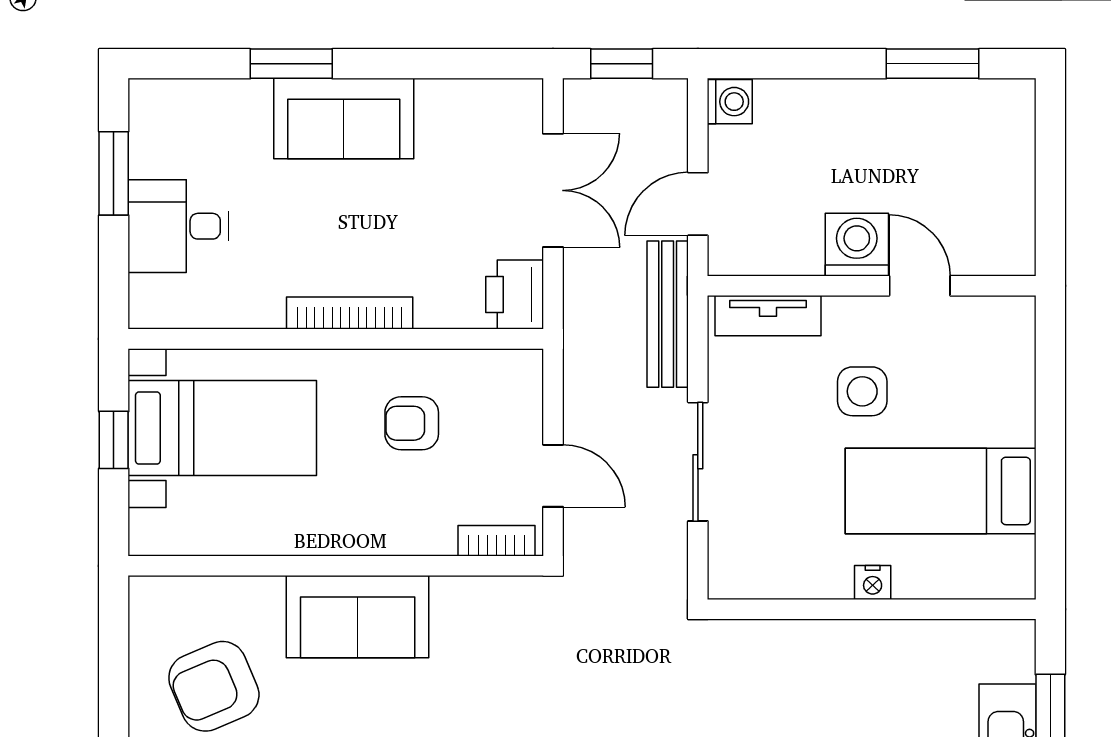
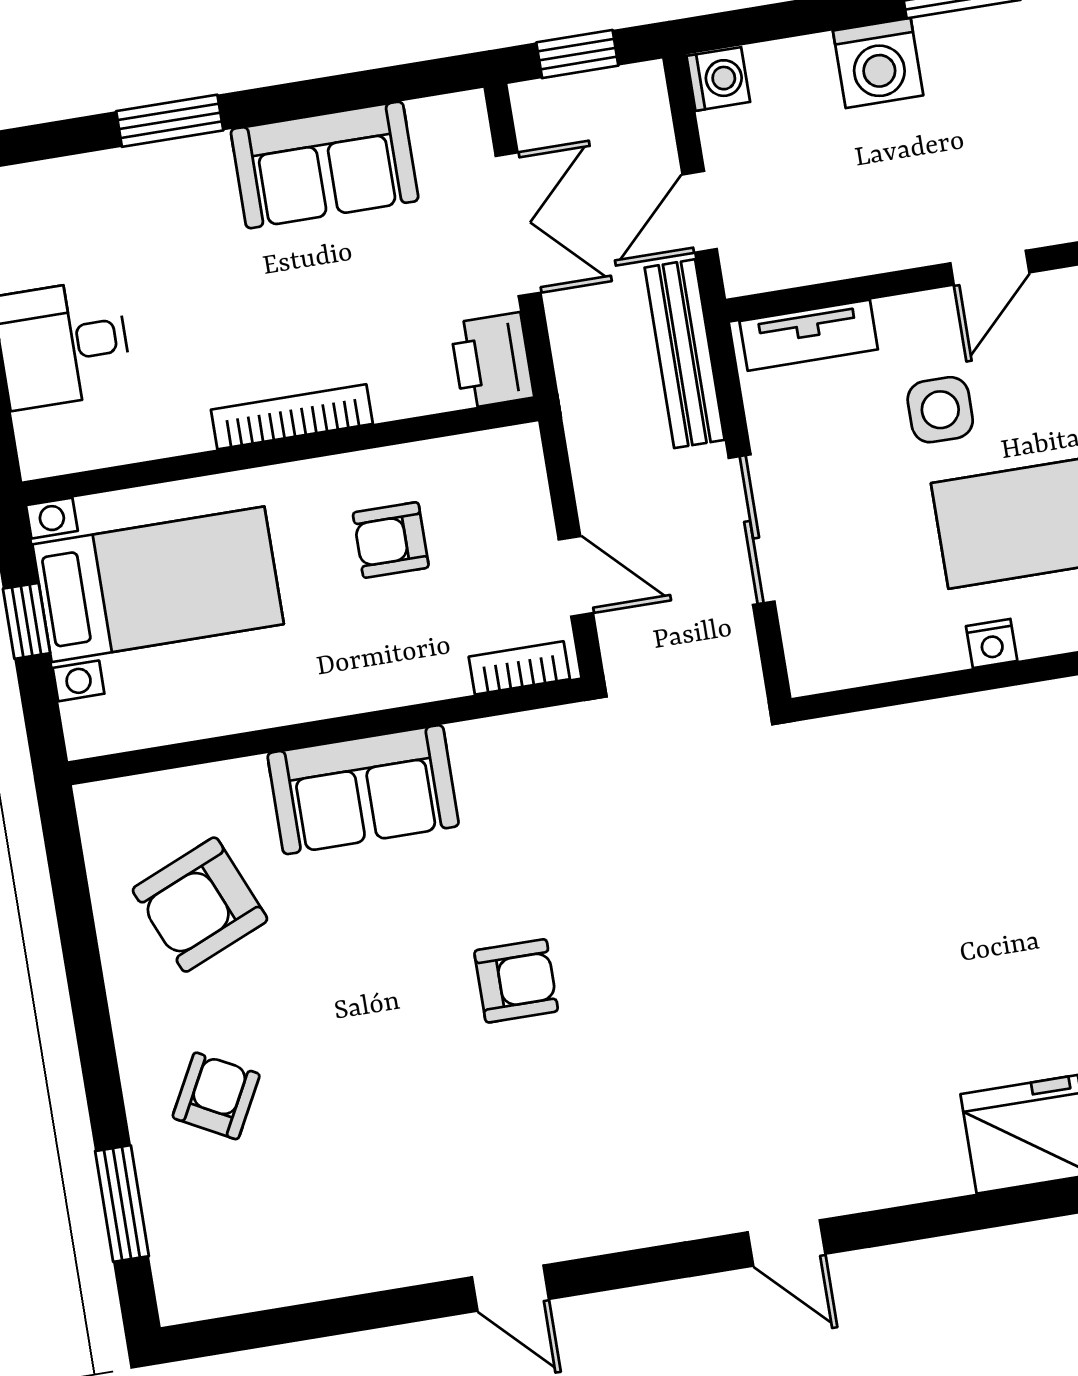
sofa: (344, 119) -> (325, 165), moved
washing machine: (857, 245) -> (878, 63), moved, turned 180
door: (920, 286) -> (990, 268), swing flipped

